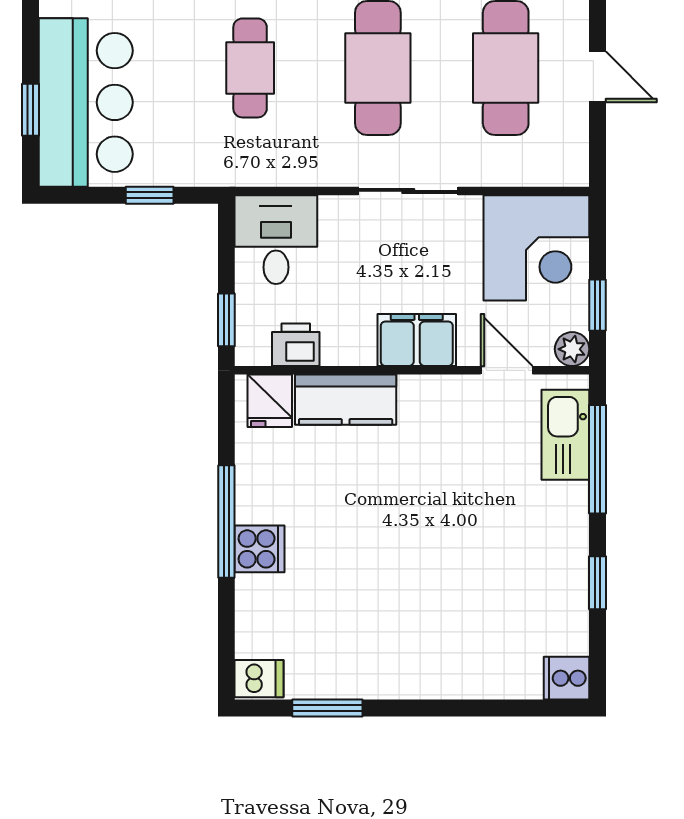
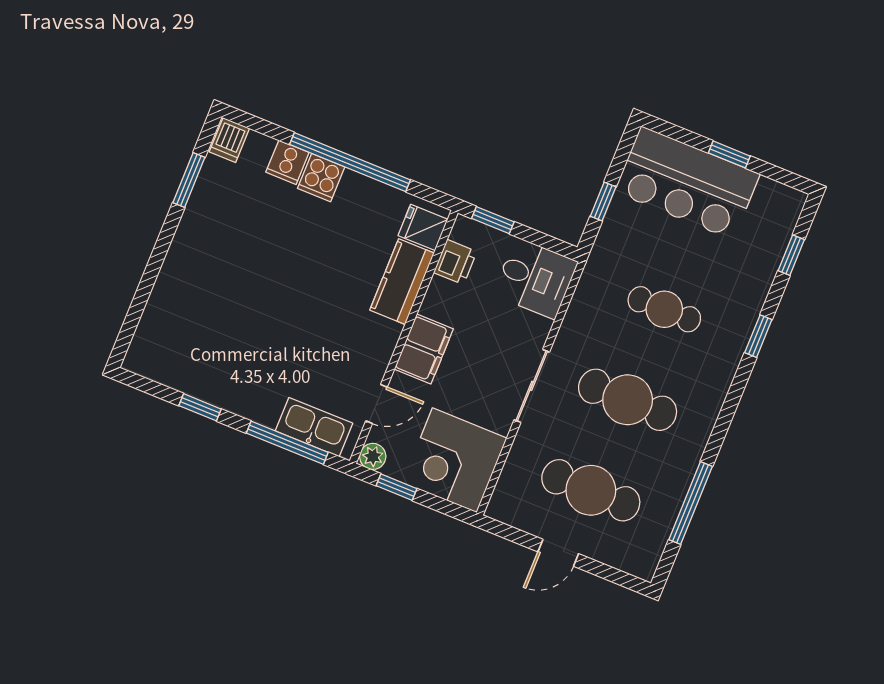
window: (30, 110) -> (729, 154), moved
window: (226, 521) -> (350, 162), width x1.46
cooker: (566, 678) -> (287, 162), moved, turned 180

